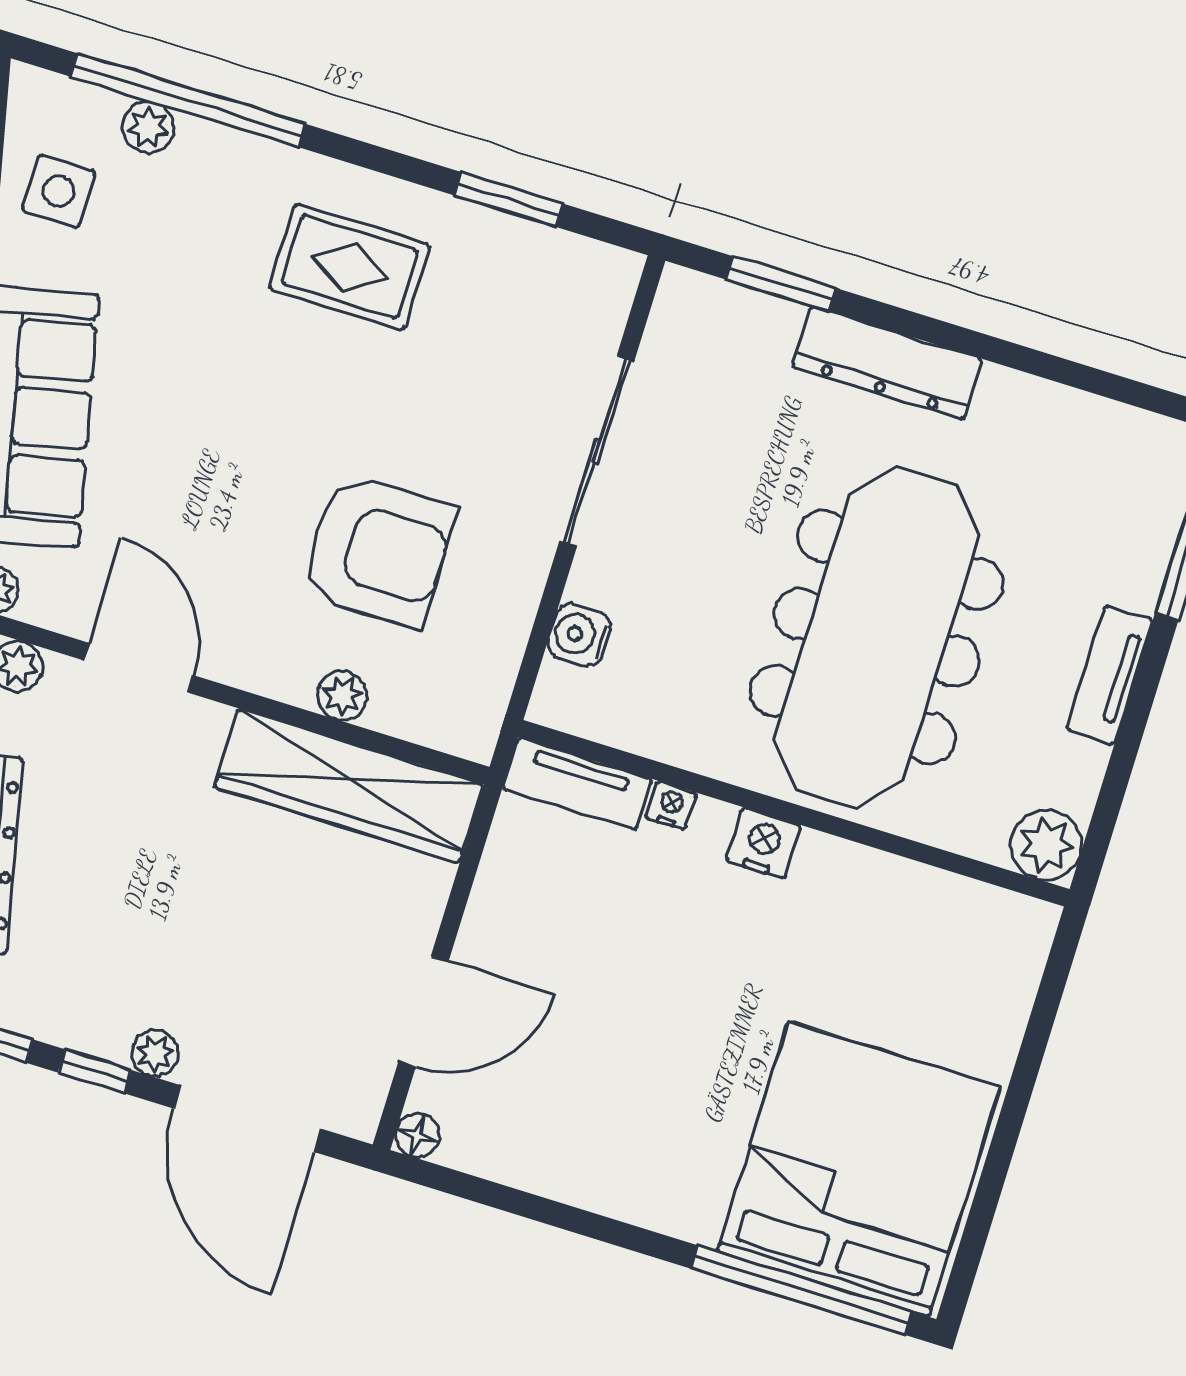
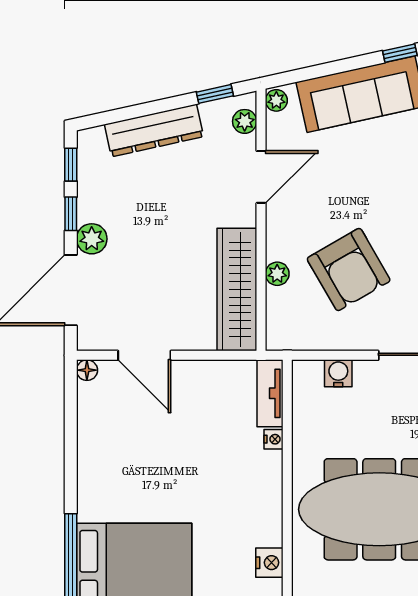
armchair: (378, 550) -> (349, 270), turned -30
nightstand: (763, 843) -> (269, 563), moved
plant: (155, 1053) -> (92, 239), width x1.38, depth x1.38

